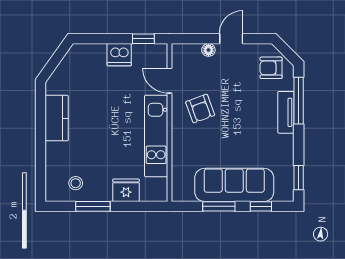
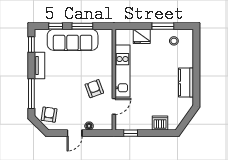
dishwasher: (119, 55) -> (160, 123), moved
armchair: (271, 68) -> (49, 115), turned -82
door: (170, 81) -> (114, 106), hinge flipped
tv unit: (286, 112) -> (40, 65), moved

